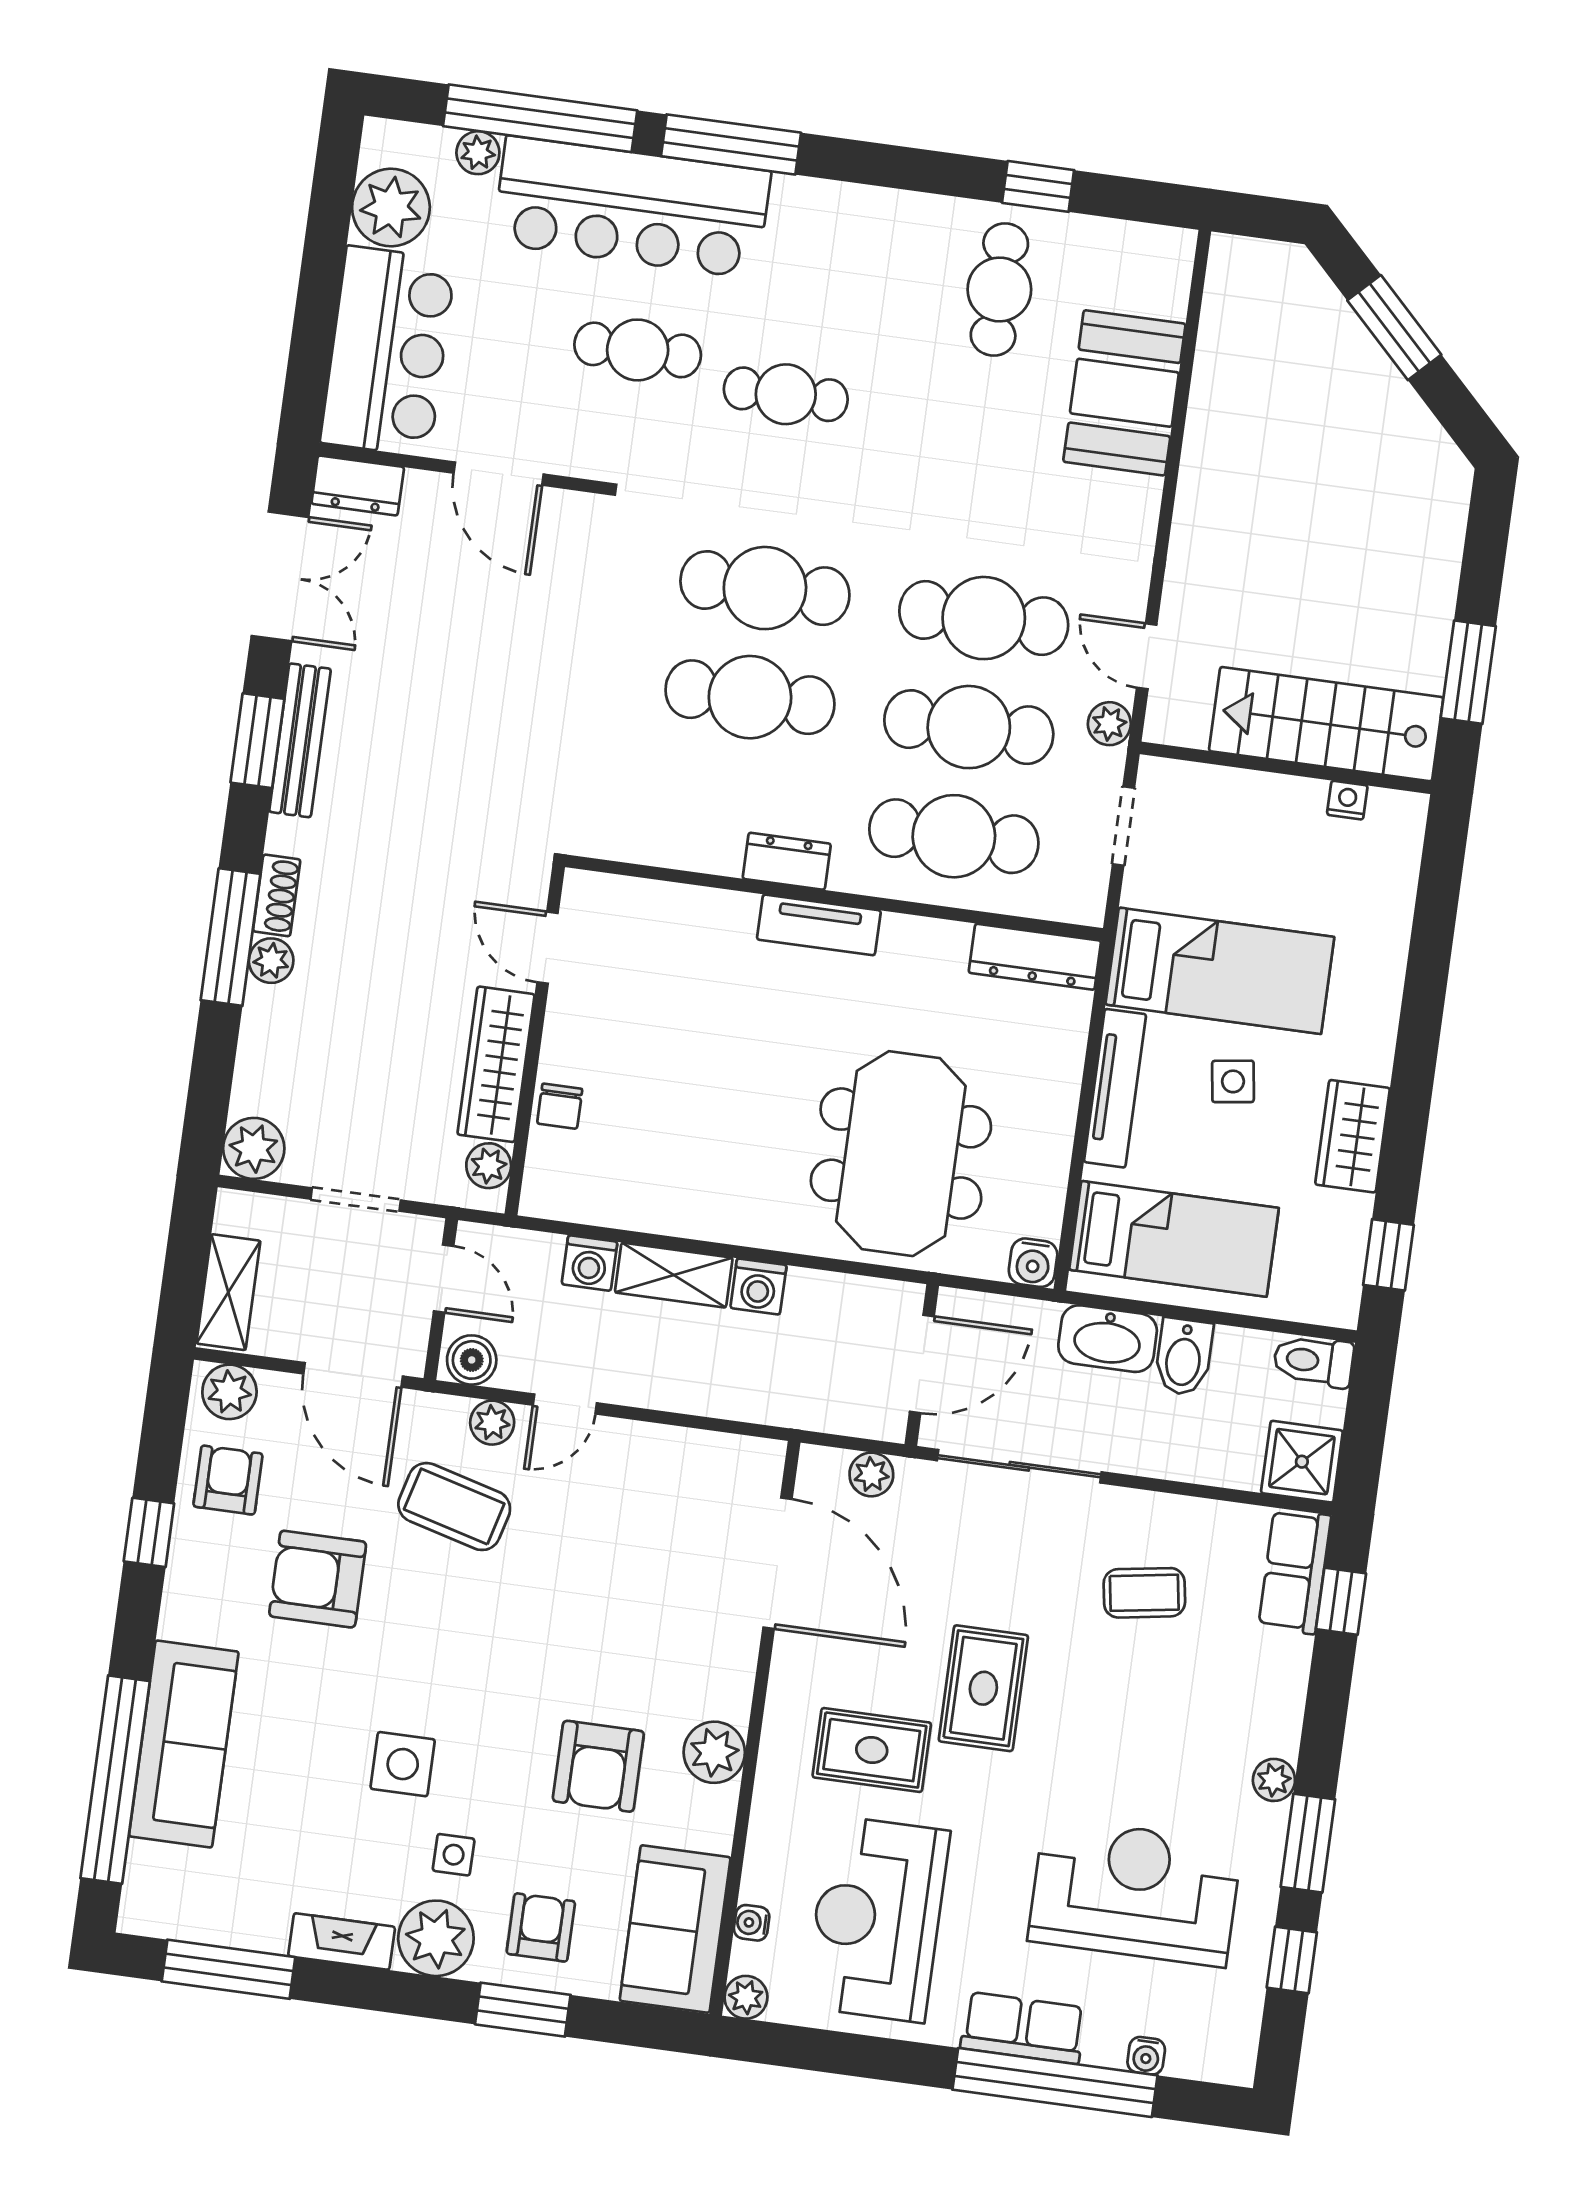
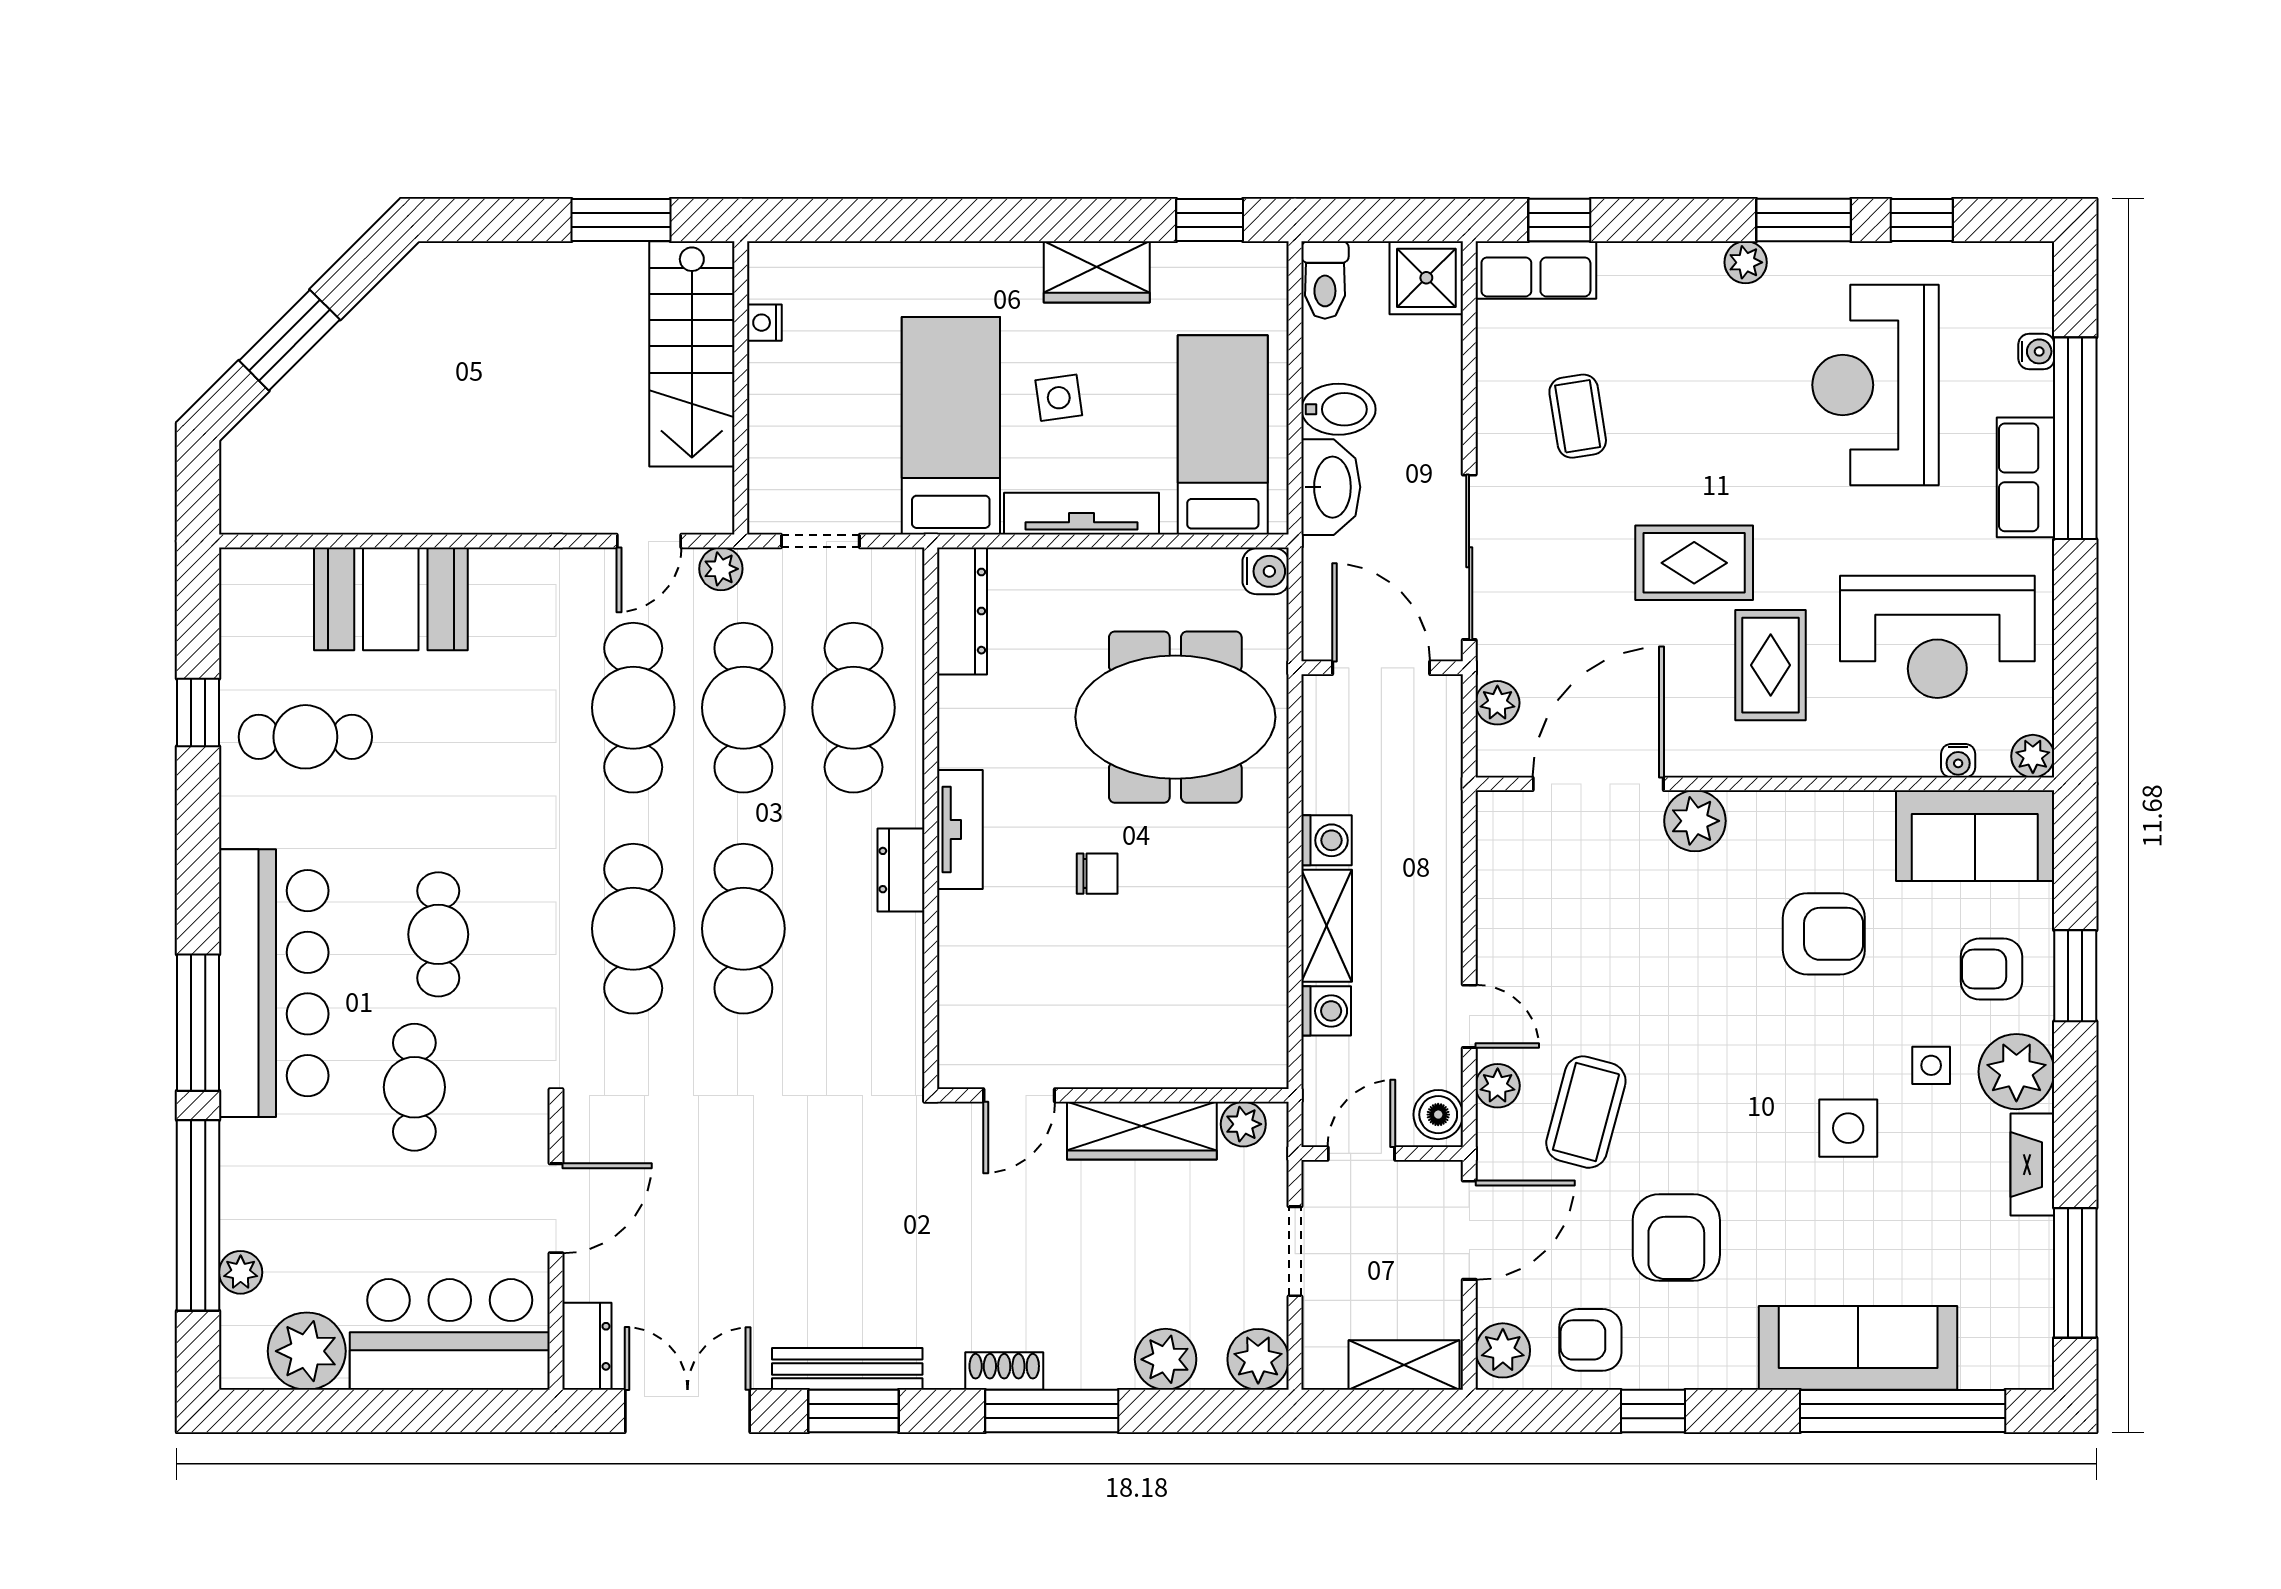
bar counter: (632, 207) -> (274, 983), moved
plant: (271, 961) -> (1166, 1359), moved, width x1.38, depth x1.38
chair: (560, 1106) -> (1097, 874), moved
plant: (714, 1752) -> (1695, 821), moved

